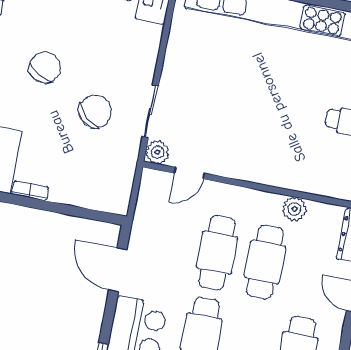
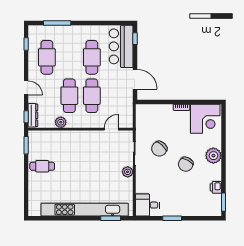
plant: (157, 152) -> (128, 172), moved

